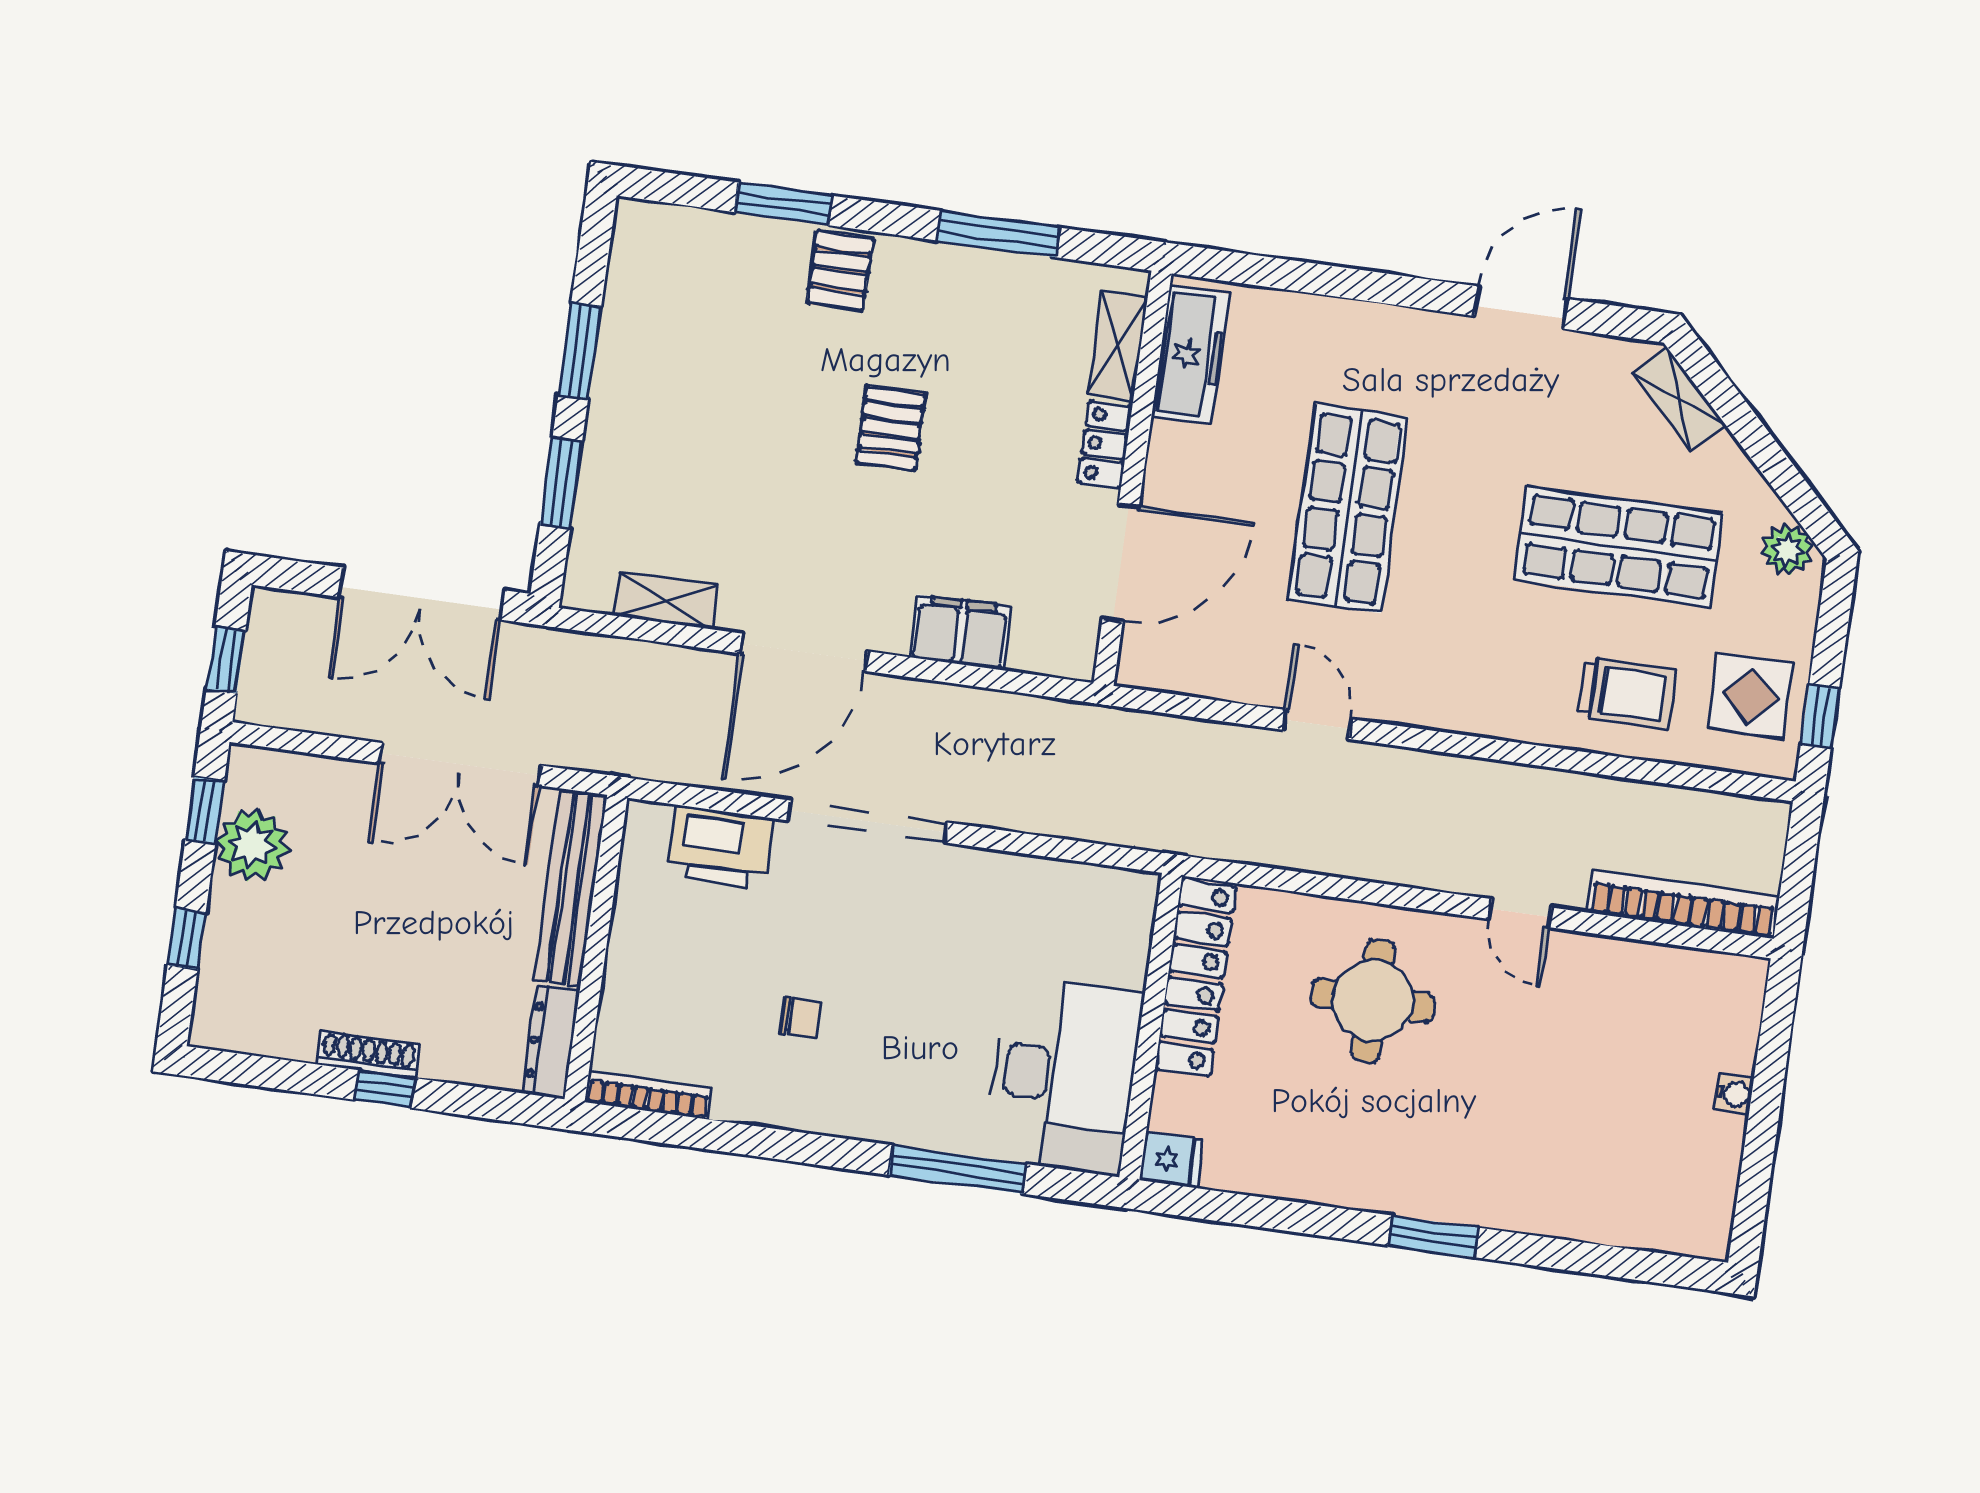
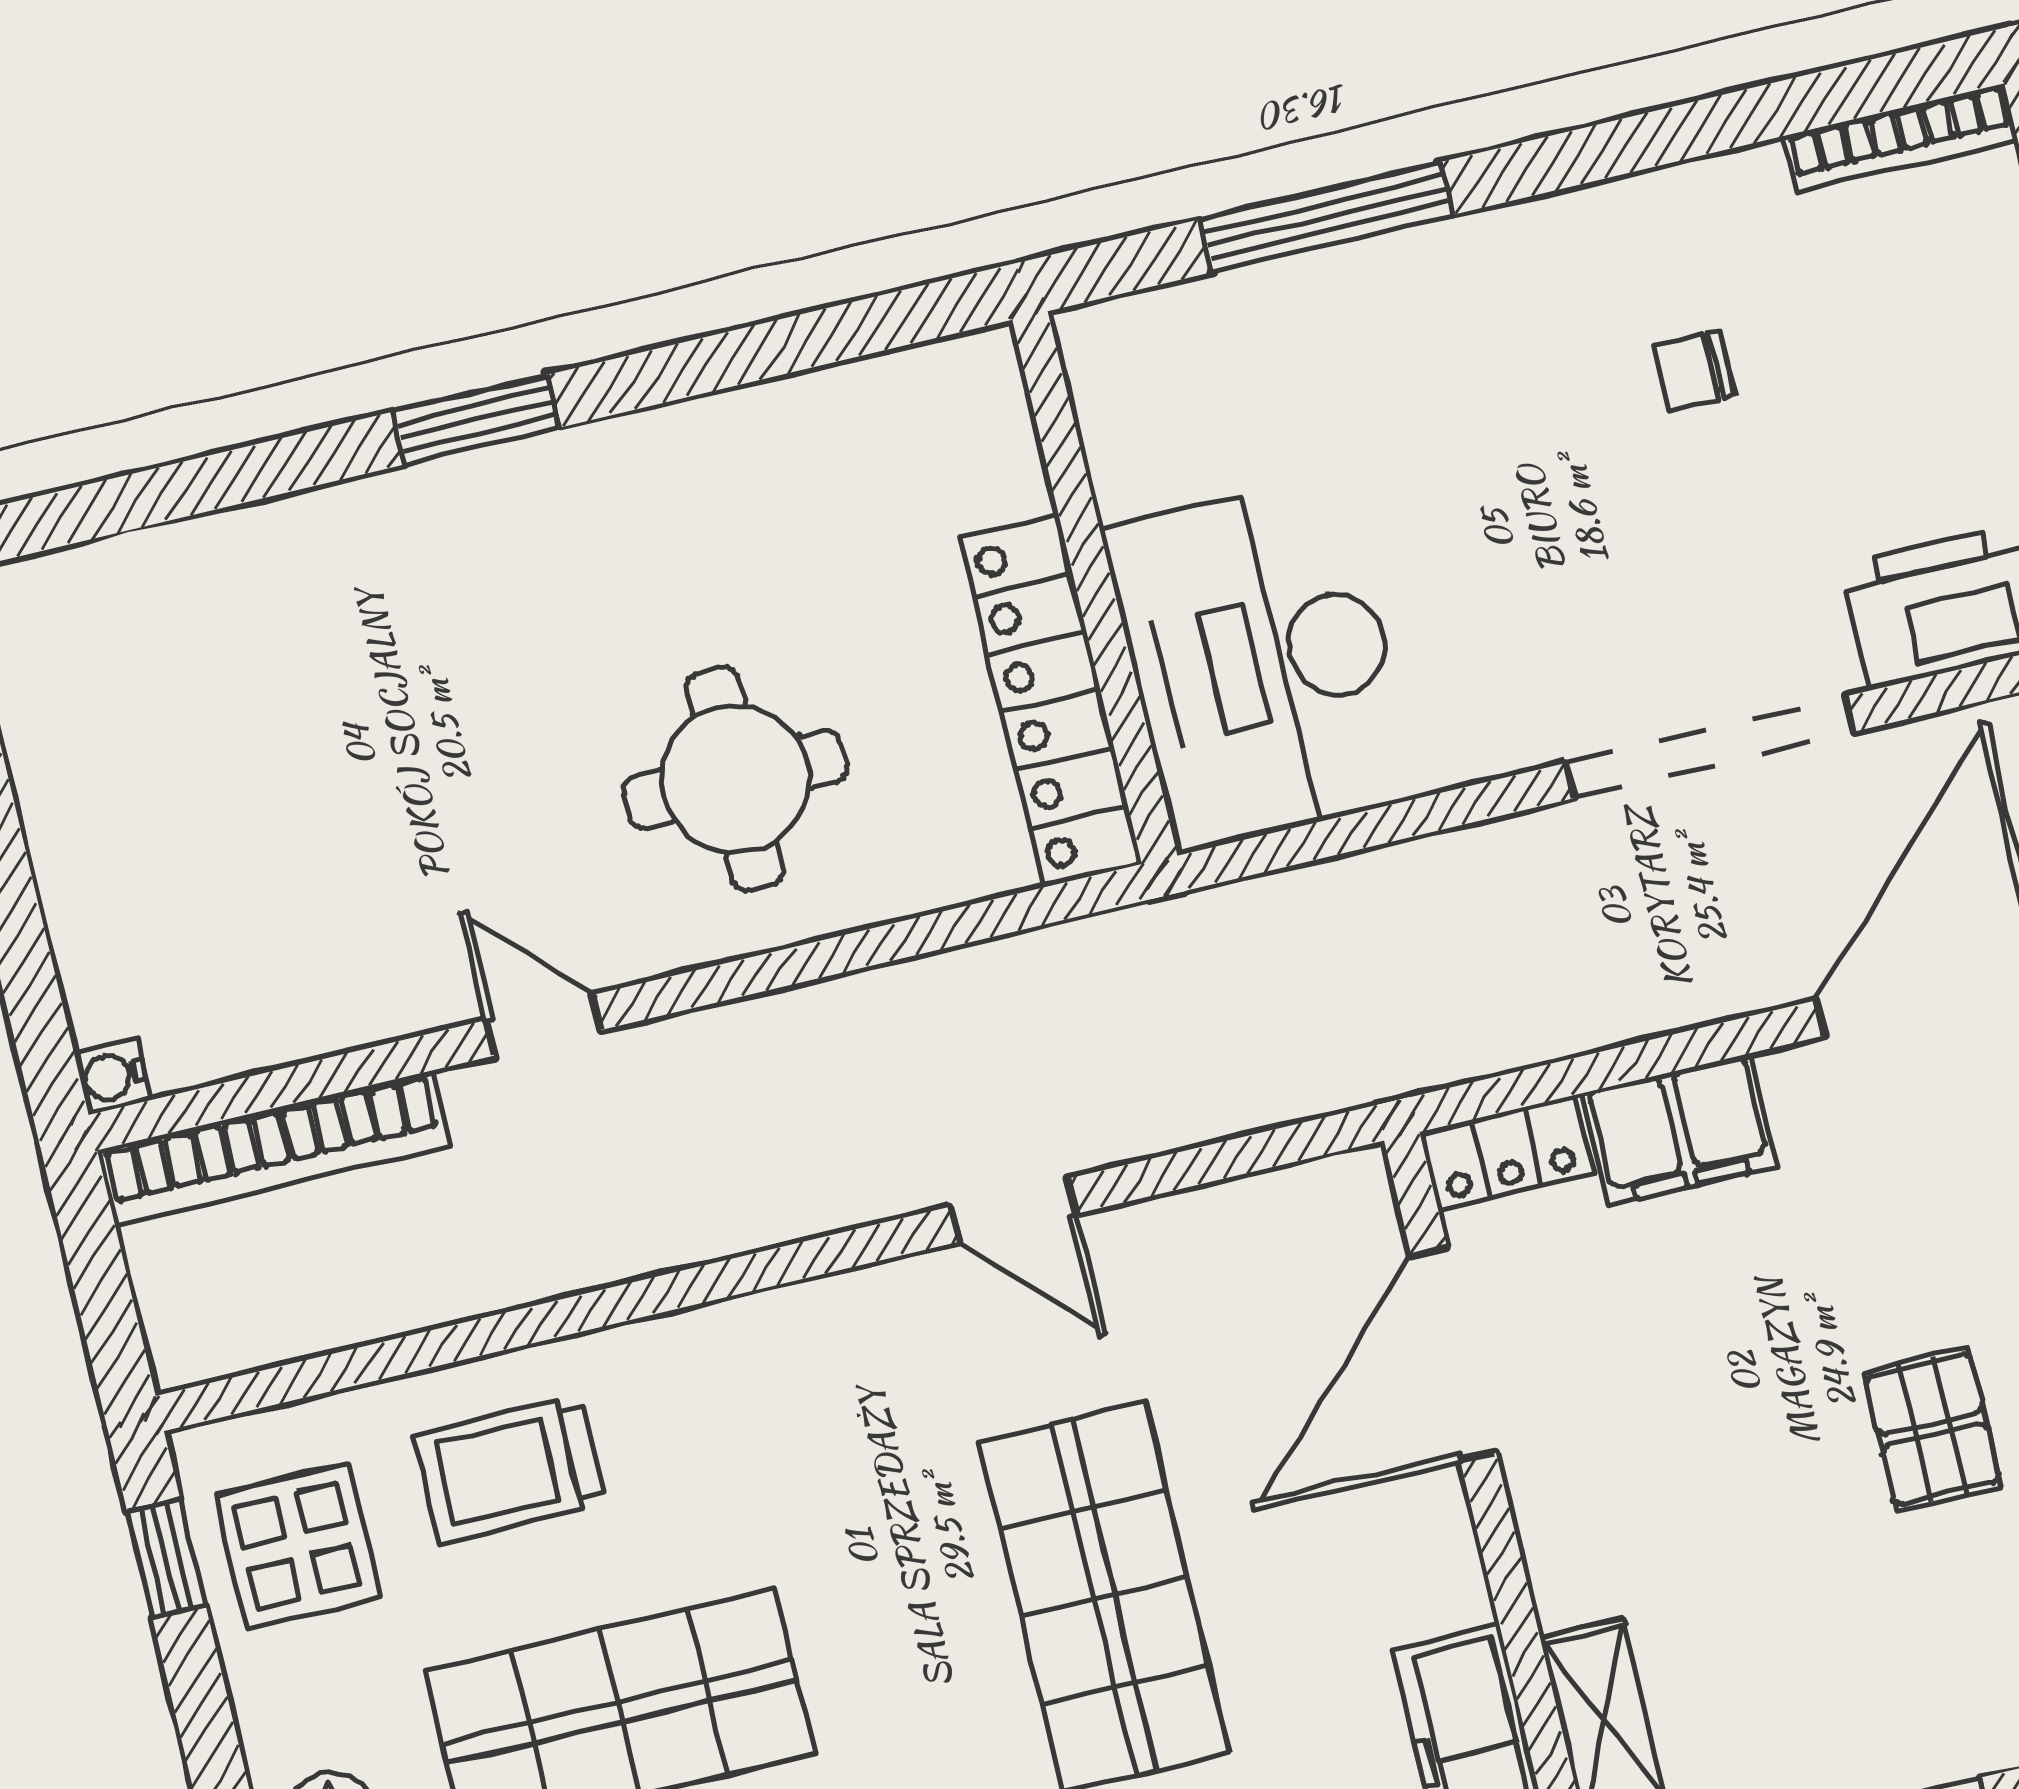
locker: (1105, 444) -> (1506, 1153), moved, turned 90
desk: (1064, 1076) -> (1261, 663), moved
water cooler: (1734, 1094) -> (113, 1076), moved
fridge: (1171, 1160) -> (971, 375), removed

